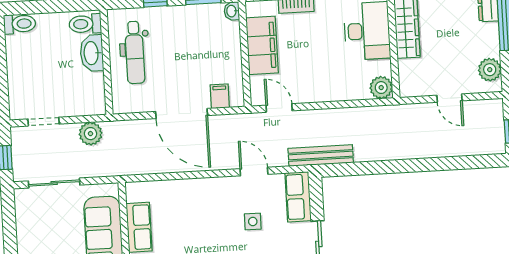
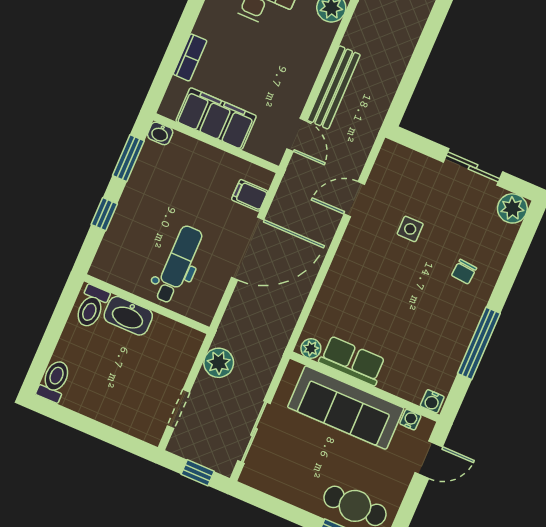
dental chair: (135, 52) -> (178, 264), moved, turned -90
door: (279, 108) -> (297, 135), swing flipped
bench: (321, 155) -> (334, 87), moved
plant: (133, 194) -> (311, 348), added
row of seats: (298, 197) -> (408, 164), removed

